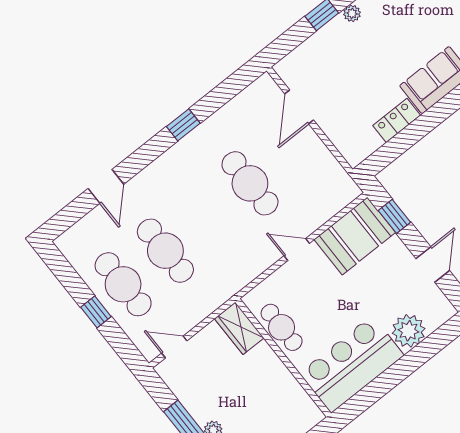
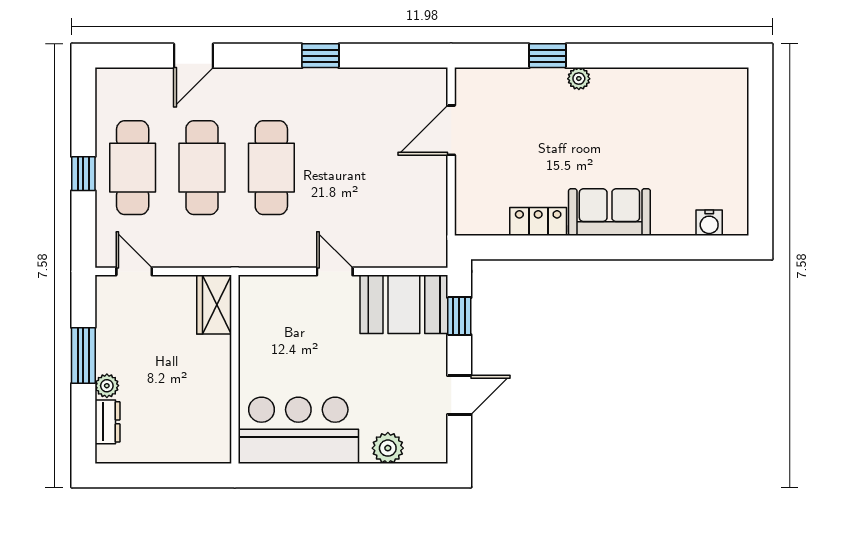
cafe table: (250, 183) -> (271, 168), moved
cafe table: (282, 327) -> (257, 337), removed
plant: (409, 331) -> (388, 448), width x0.73, depth x0.73

